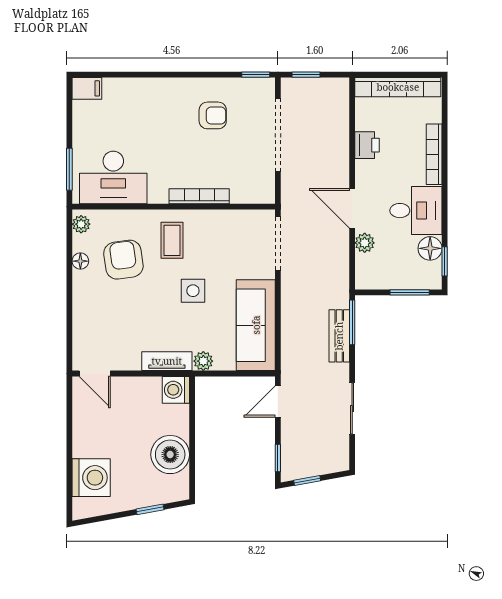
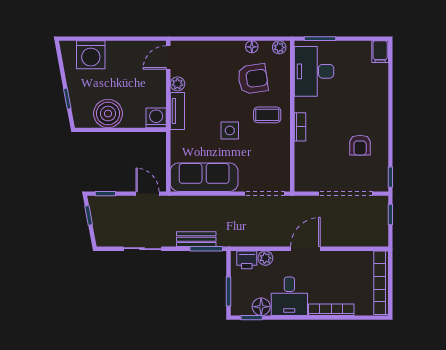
printer: (367, 145) -> (247, 260), moved
bookcase: (199, 196) -> (300, 127), width x0.64
door: (352, 208) -> (305, 249), moved
plant: (203, 361) -> (177, 84), moved

